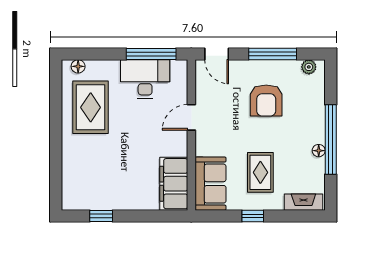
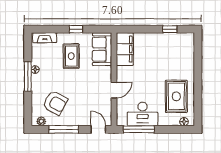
armchair: (266, 101) -> (55, 103), moved, turned 118
window: (331, 140) -> (28, 76), width x0.68

